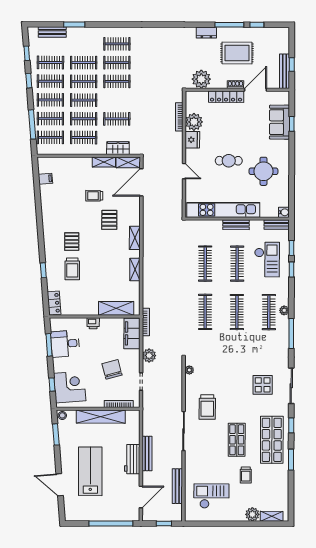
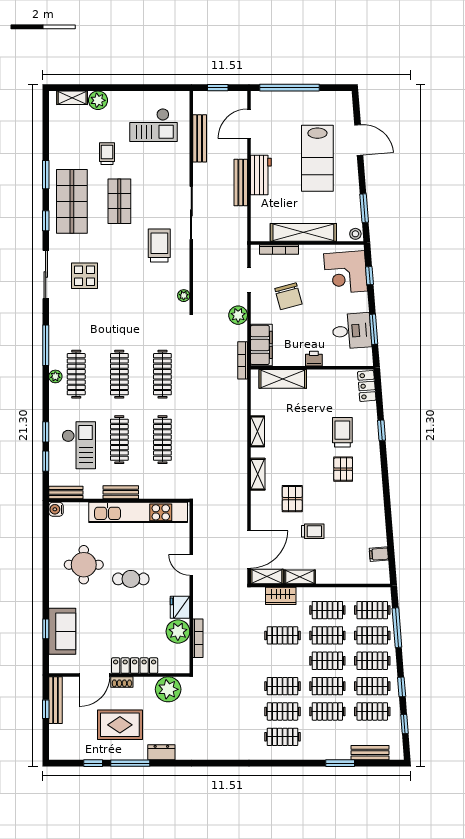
checkout: (267, 260) -> (79, 445), turned 180

